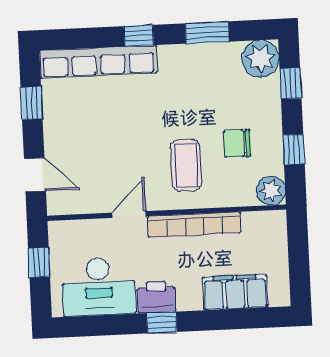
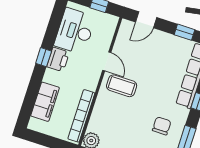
chair: (237, 143) -> (162, 126), moved
coffee table: (186, 165) -> (122, 86), moved
bookcase: (194, 225) -> (81, 116), moved

